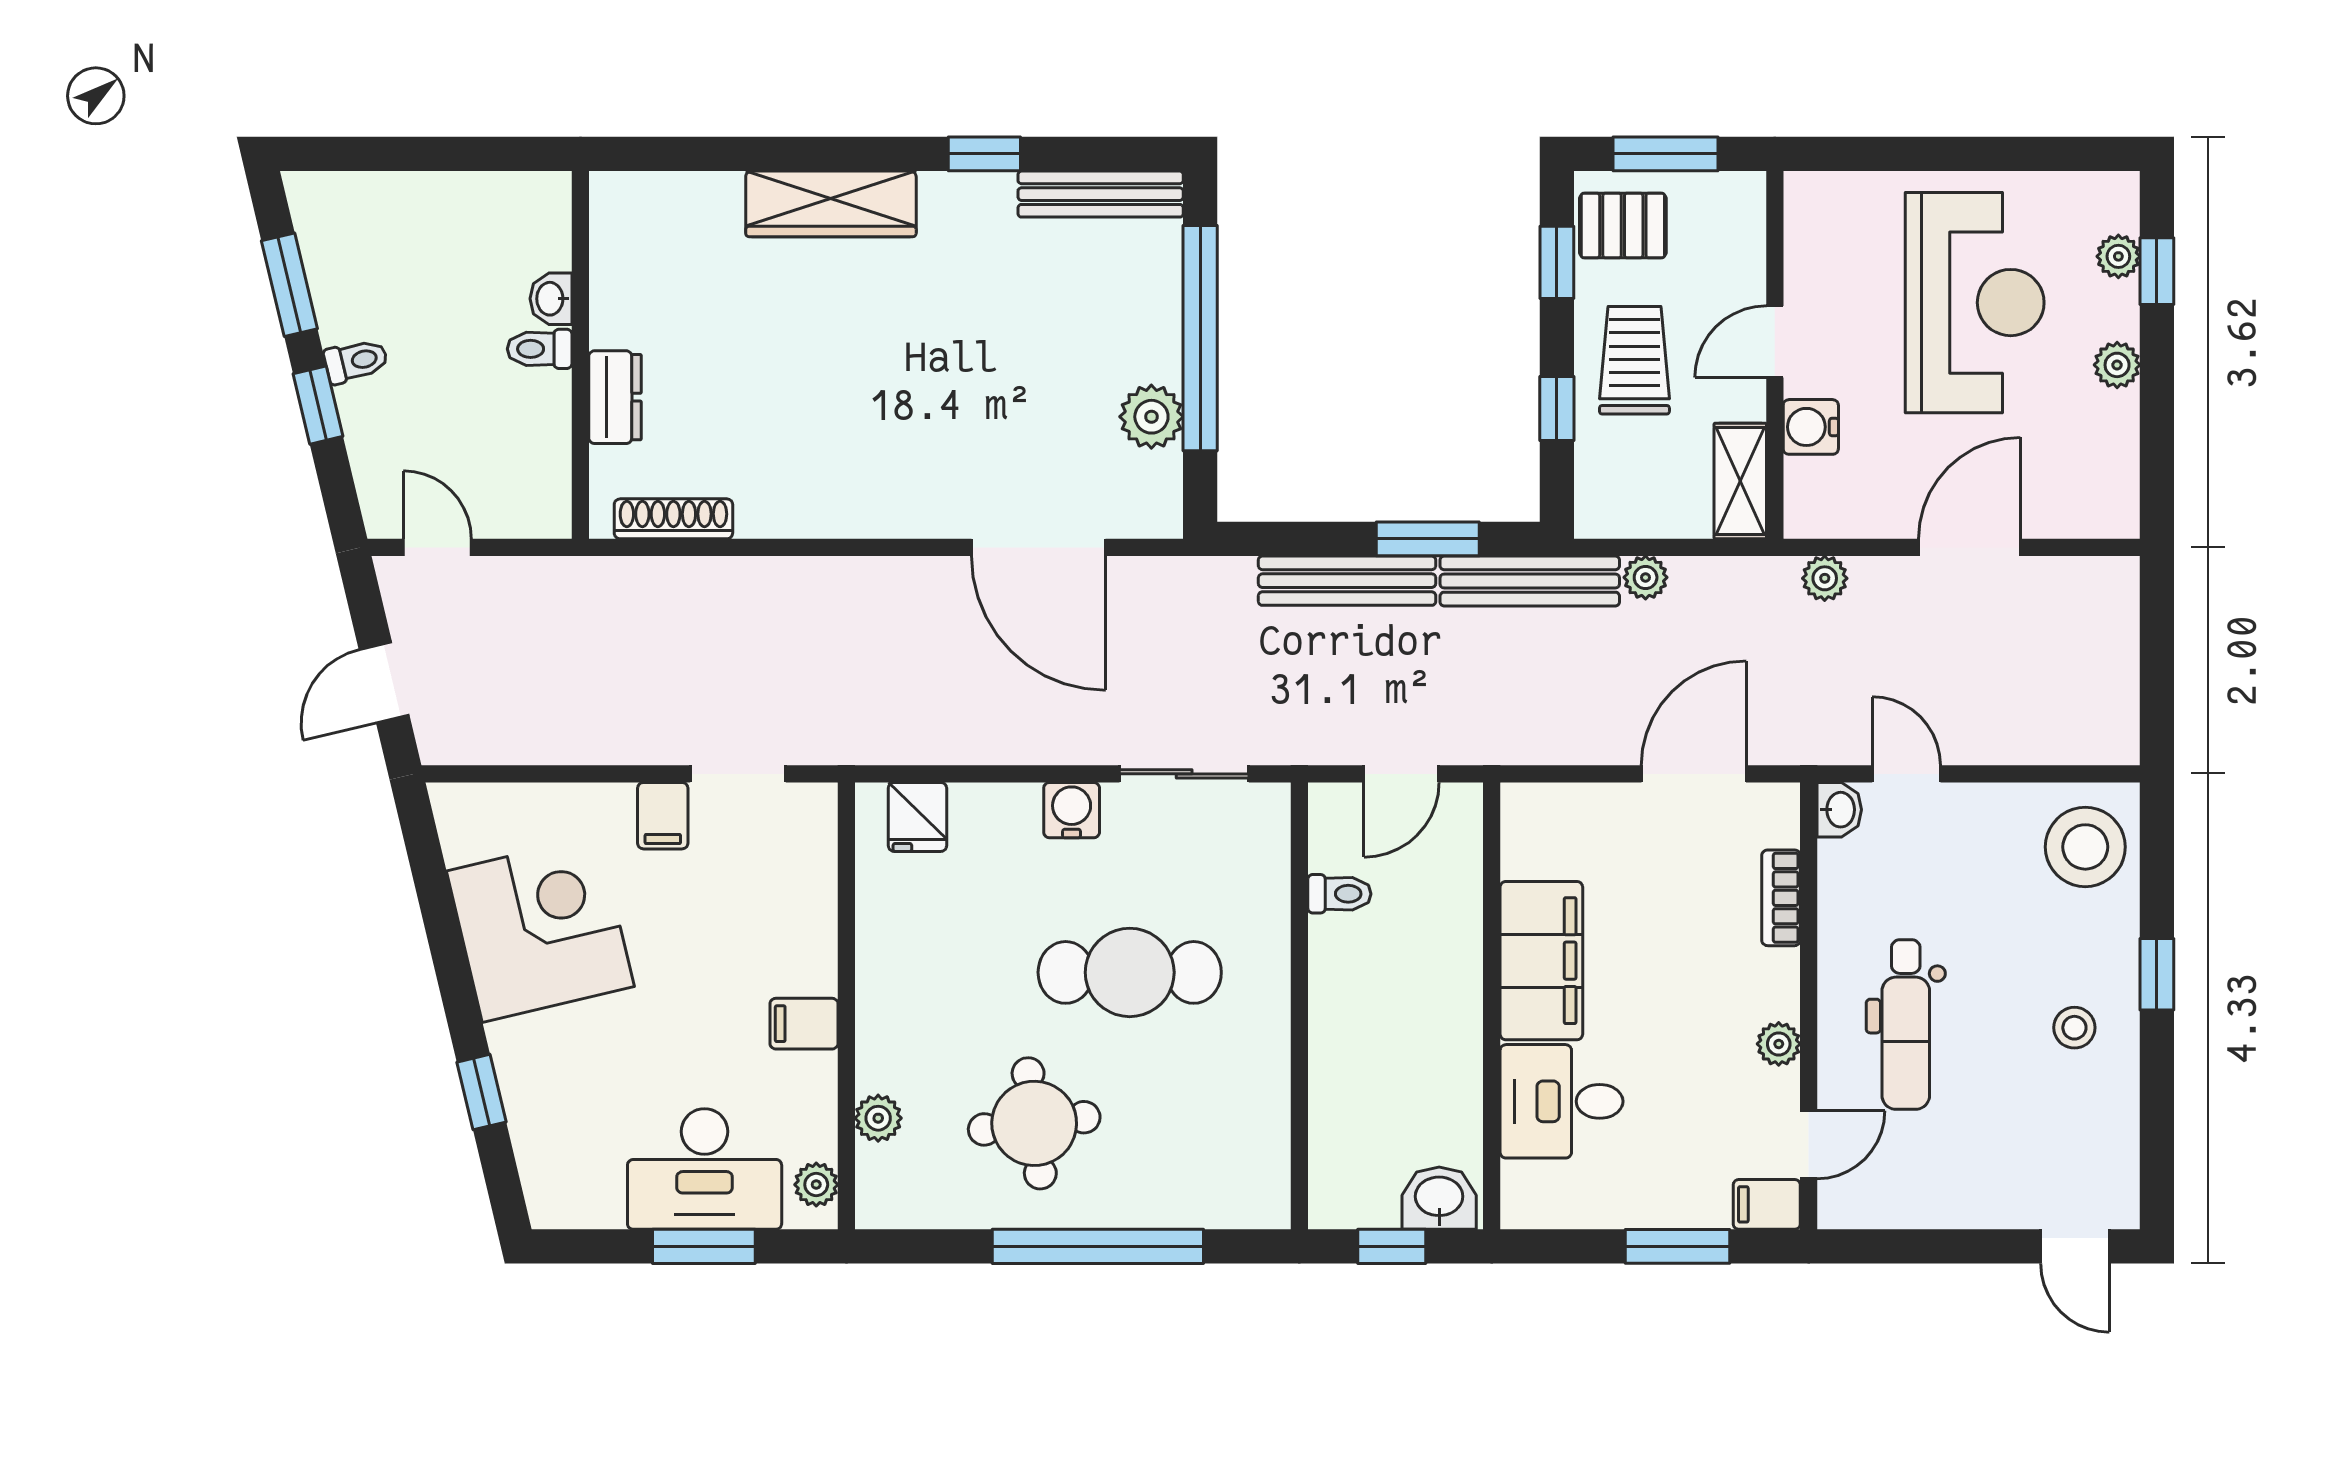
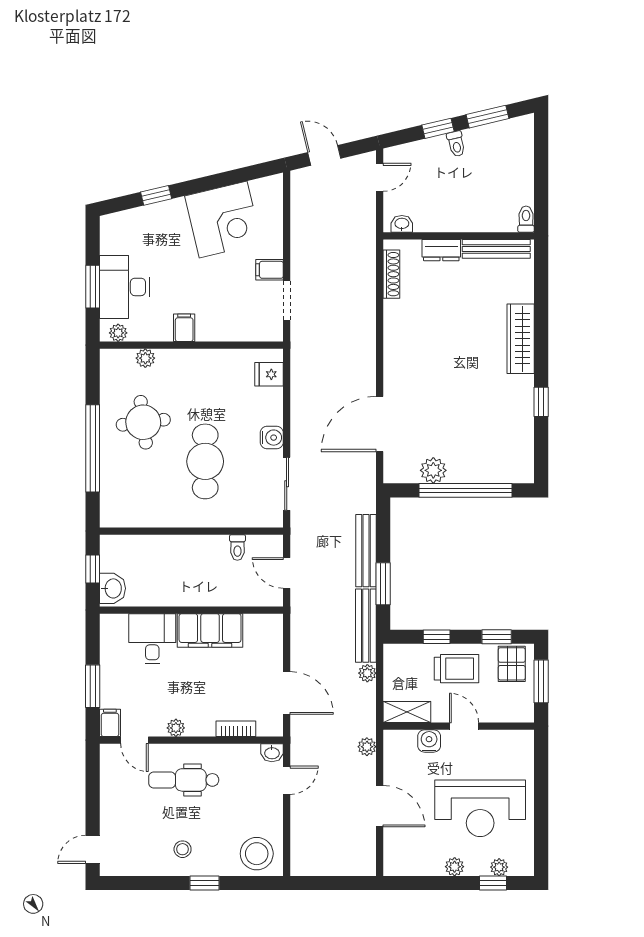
bench: (1101, 194) -> (496, 249), moved, turned 90
washbasin: (551, 299) -> (402, 224), moved
toilet: (540, 349) -> (526, 219), moved

